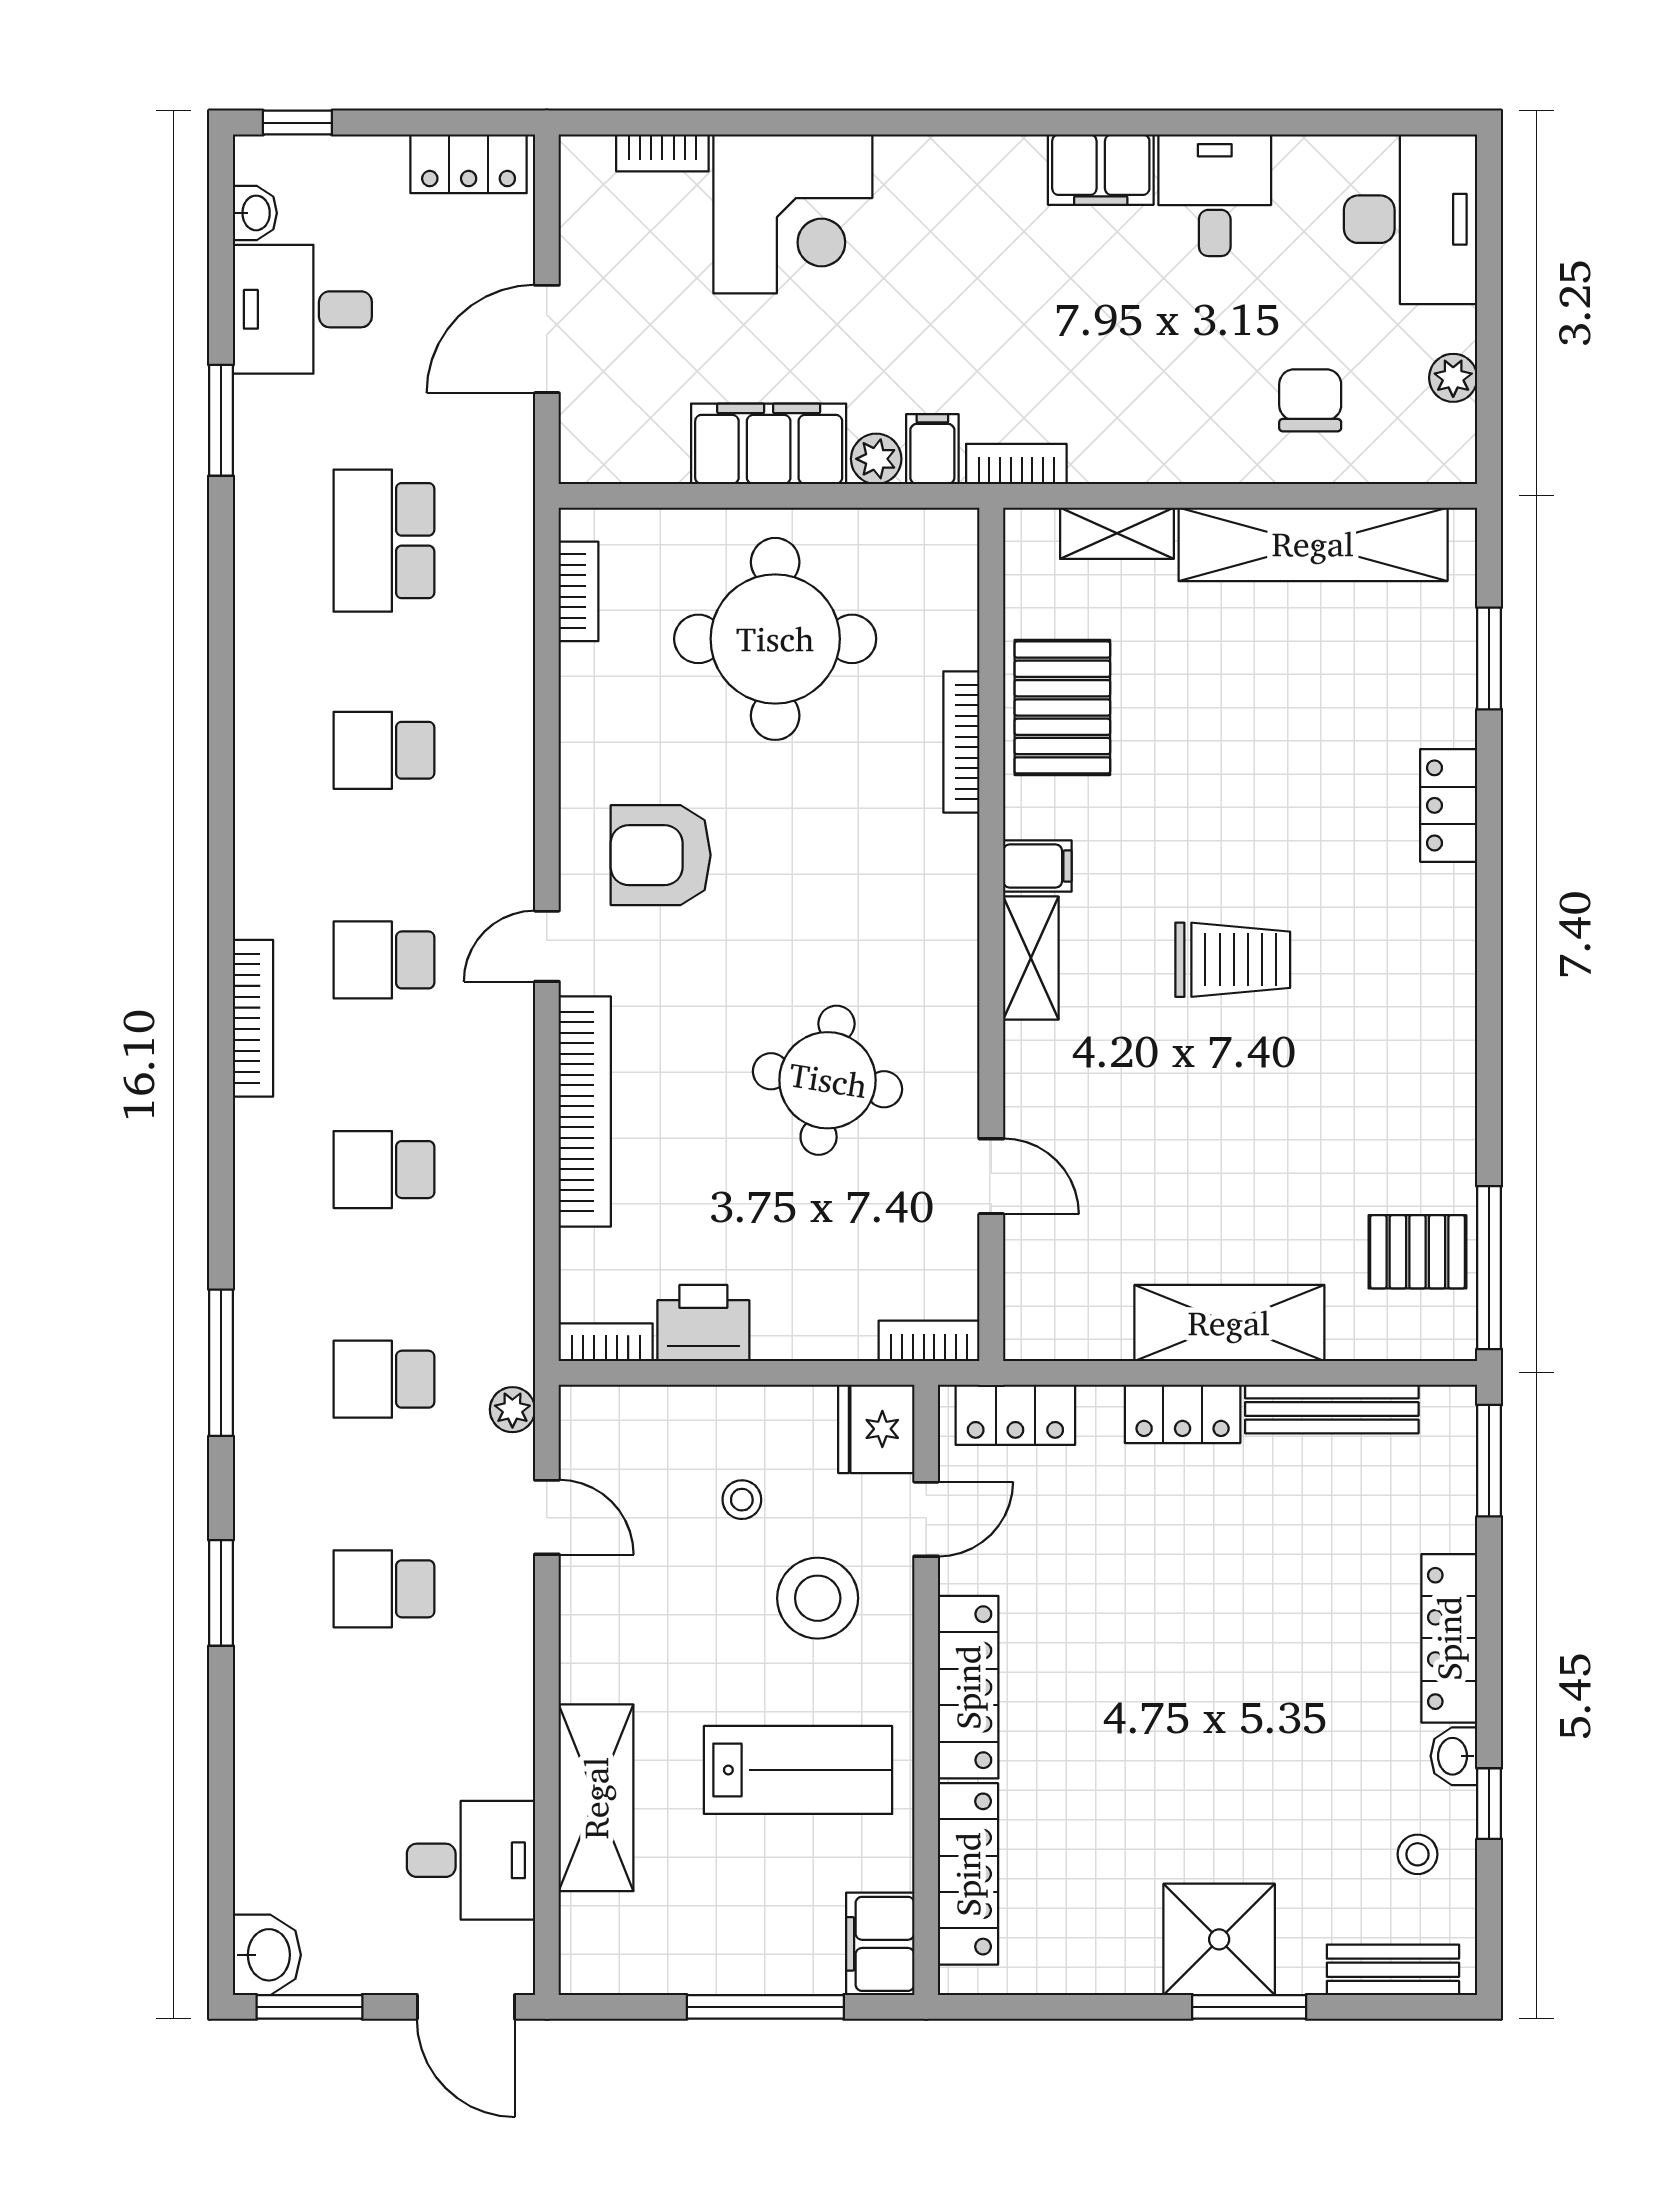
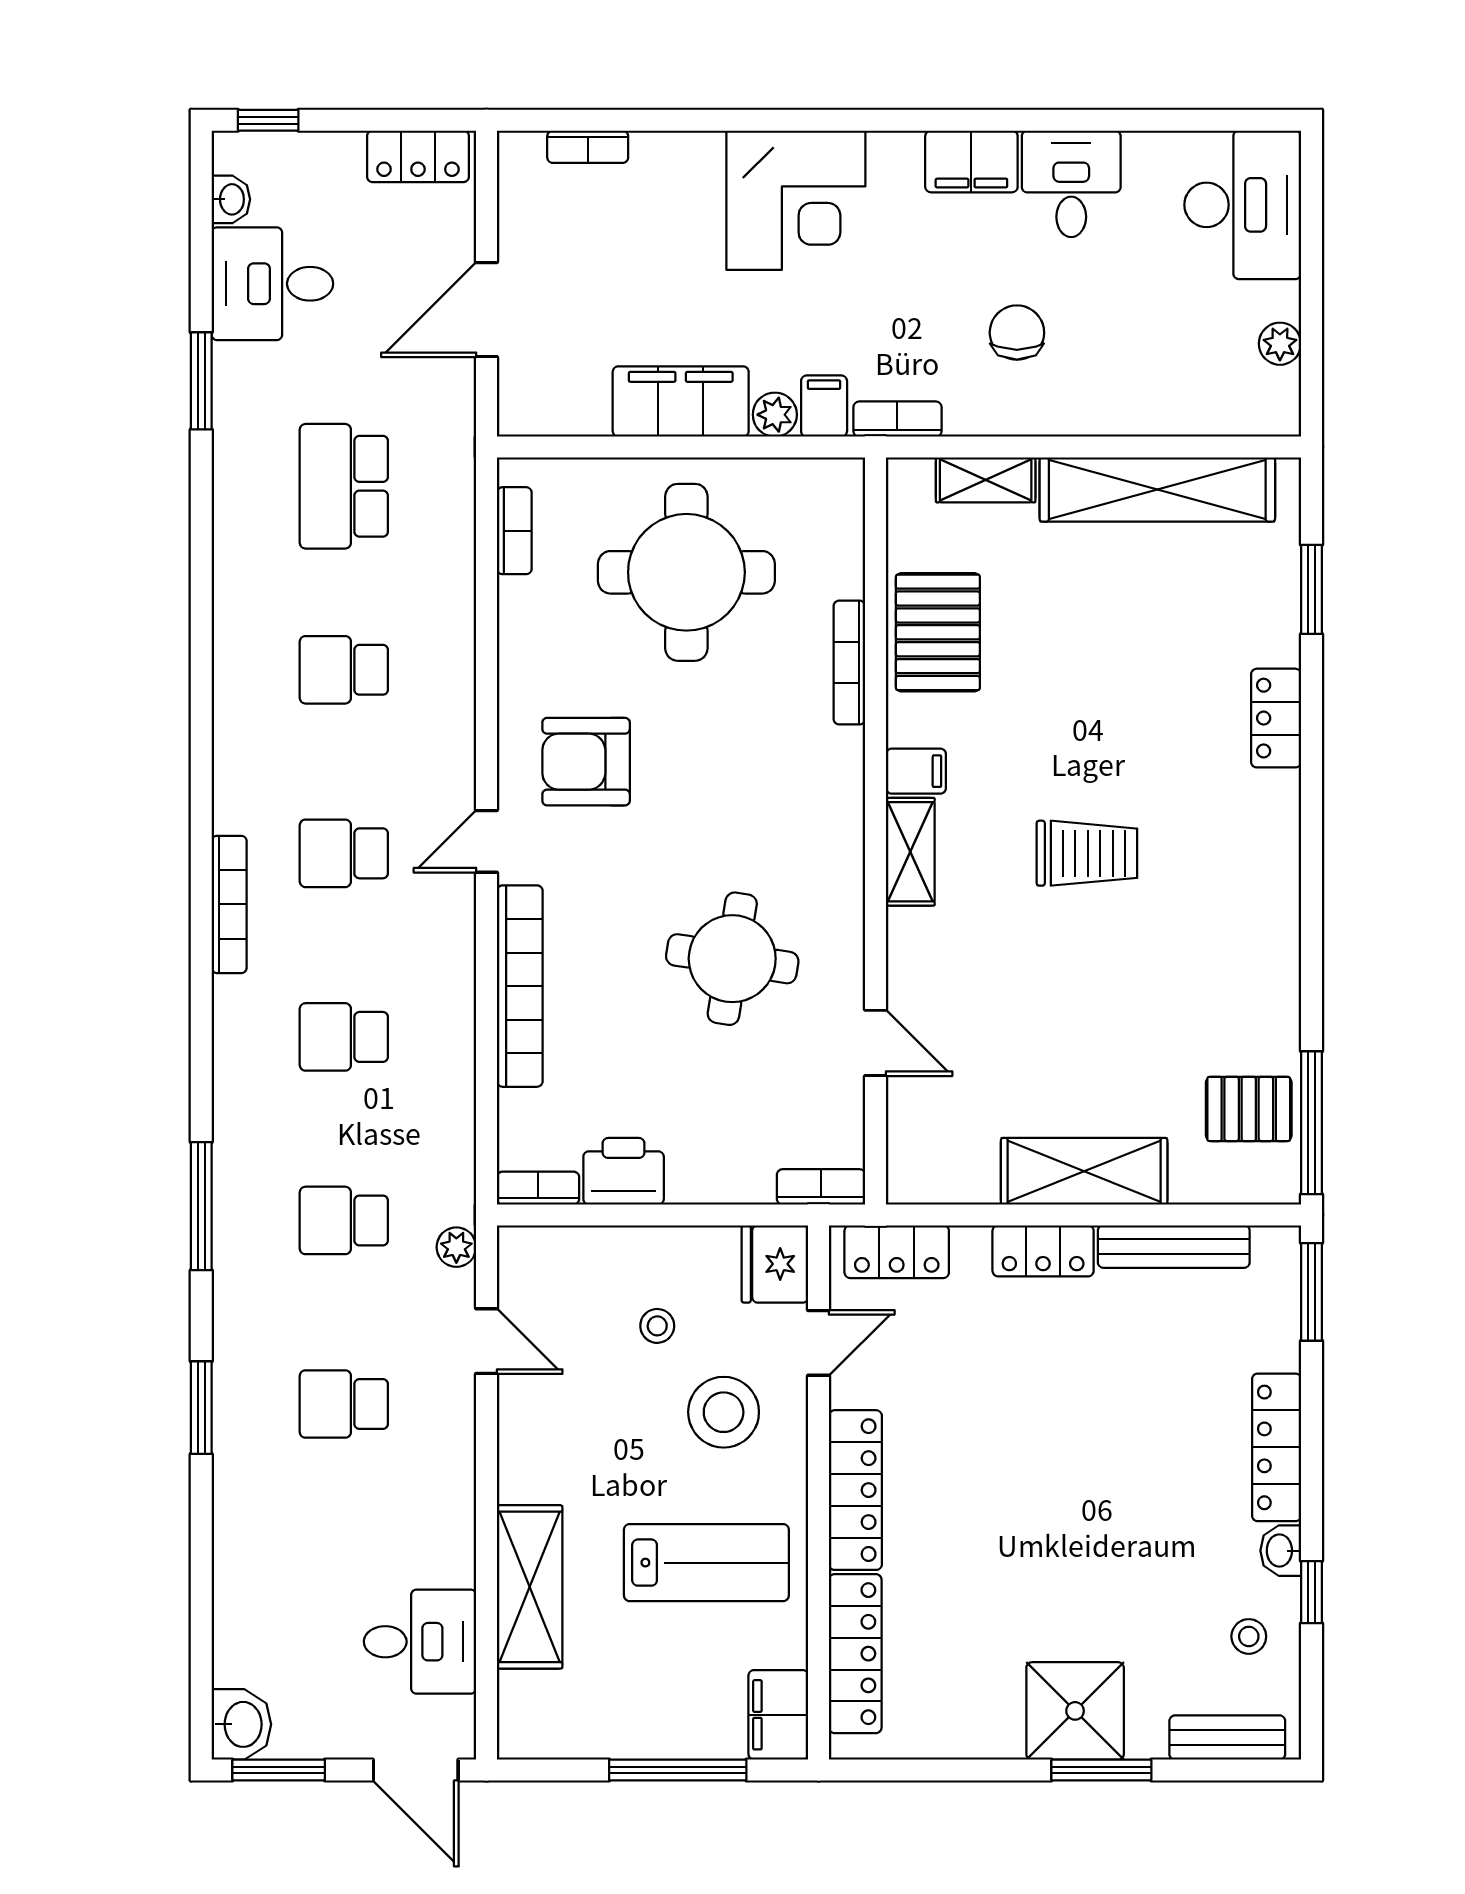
corner desk: (793, 214) -> (796, 200), moved
chair: (1310, 400) -> (1017, 333), moved

